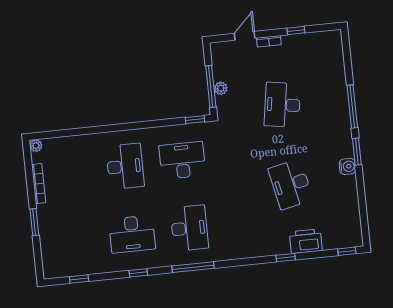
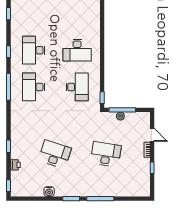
water cooler: (347, 166) -> (49, 192), moved
desk: (291, 184) -> (55, 154), turned 30
desk: (189, 228) -> (34, 87), turned 90
printer: (306, 241) -> (15, 165), width x0.53, depth x0.68

